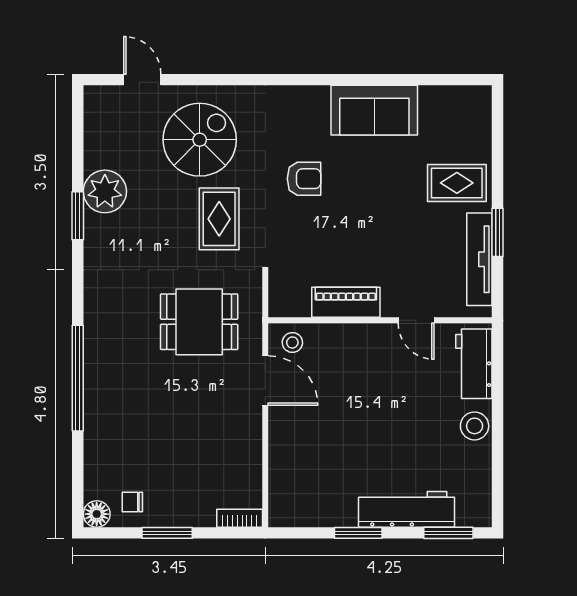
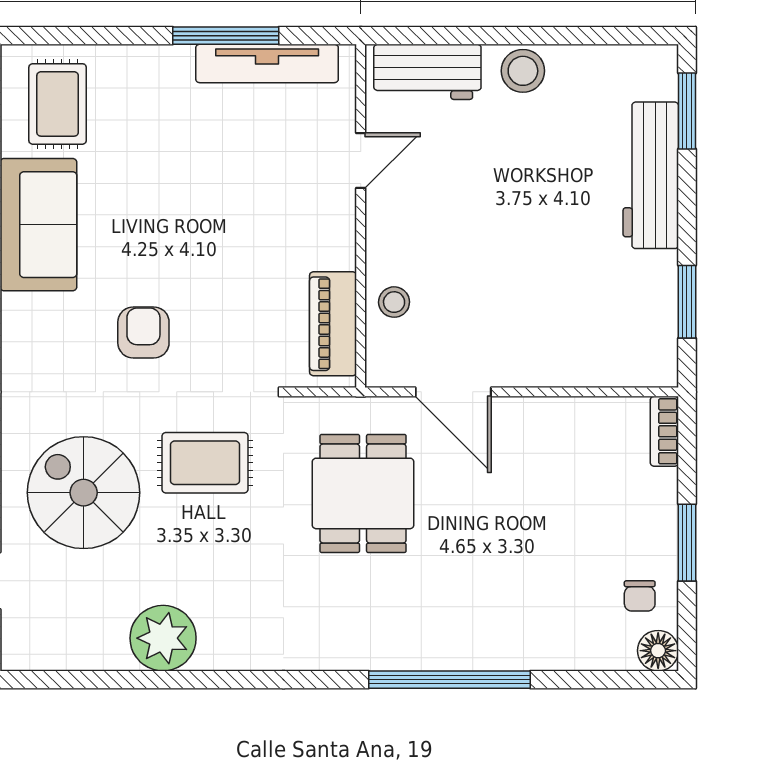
rug: (457, 183) -> (58, 104), moved
window: (78, 216) -> (200, 680), removed
window: (498, 232) -> (226, 36), width x1.44
piano: (346, 302) -> (333, 324), moved
stool: (292, 342) -> (394, 302), moved
door: (265, 381) -> (453, 392), swing flipped
window: (358, 533) -> (687, 302), moved

